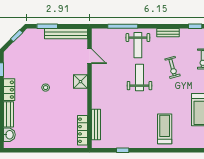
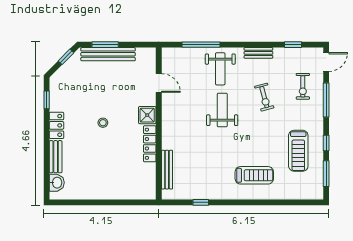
bench: (66, 34) -> (108, 54), moved
treadmill: (165, 129) -> (254, 175), turned 90
locker: (82, 130) -> (150, 144), moved

